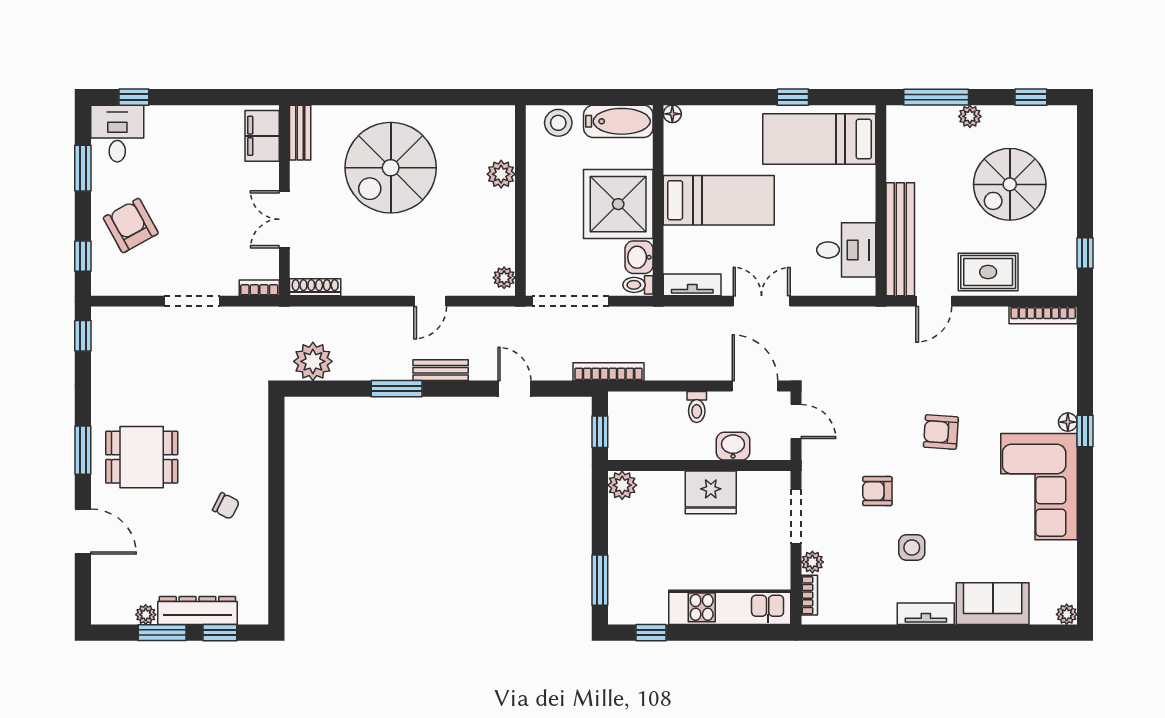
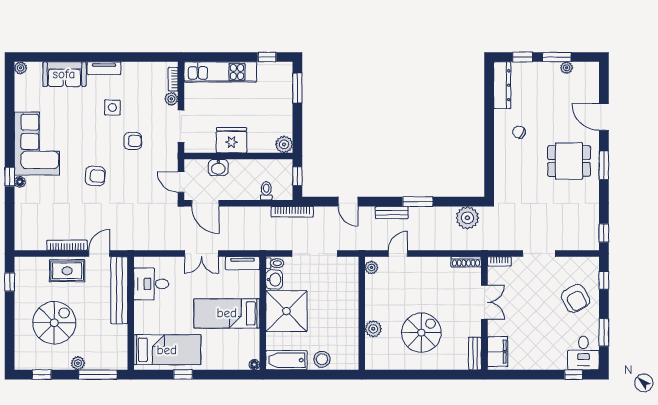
spiral stairs: (391, 168) -> (421, 333), width x0.73, depth x0.73
plant: (501, 174) -> (373, 329), moved
wall: (520, 200) -> (362, 313), moved
plant: (504, 278) -> (371, 267), moved
bookcase: (1043, 315) -> (67, 245), moved
toilet: (697, 407) -> (266, 191), moved
dresser: (197, 610) -> (502, 85), moved, turned -90

